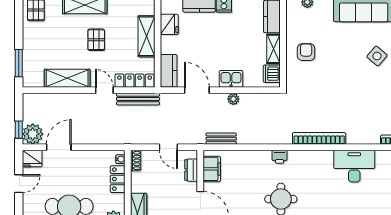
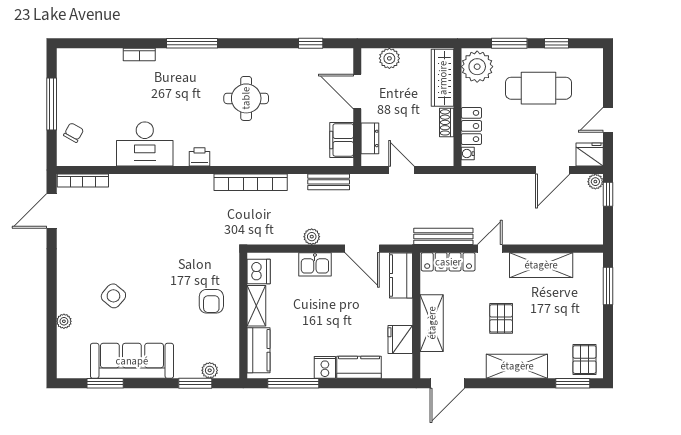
door: (104, 90) -> (490, 249), swing flipped
plant: (33, 134) -> (595, 182), width x0.53, depth x0.53
bookcase: (319, 138) -> (251, 182), moved
printer: (280, 157) -> (199, 157), moved
shoe rack: (136, 160) -> (447, 122), moved

